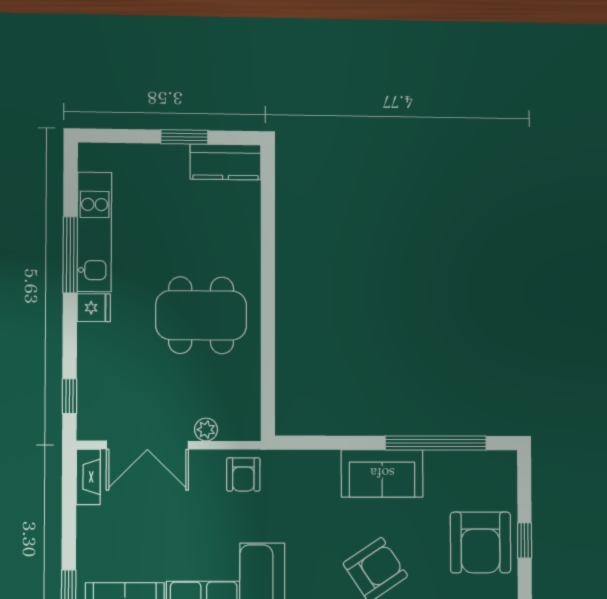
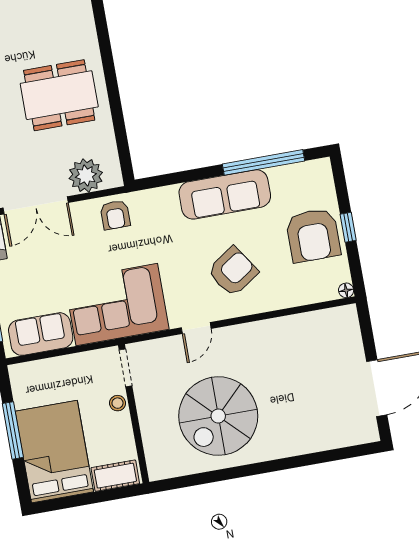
plant: (206, 430) -> (86, 176), width x1.87, depth x1.87
sofa: (382, 473) -> (225, 194), width x1.36

